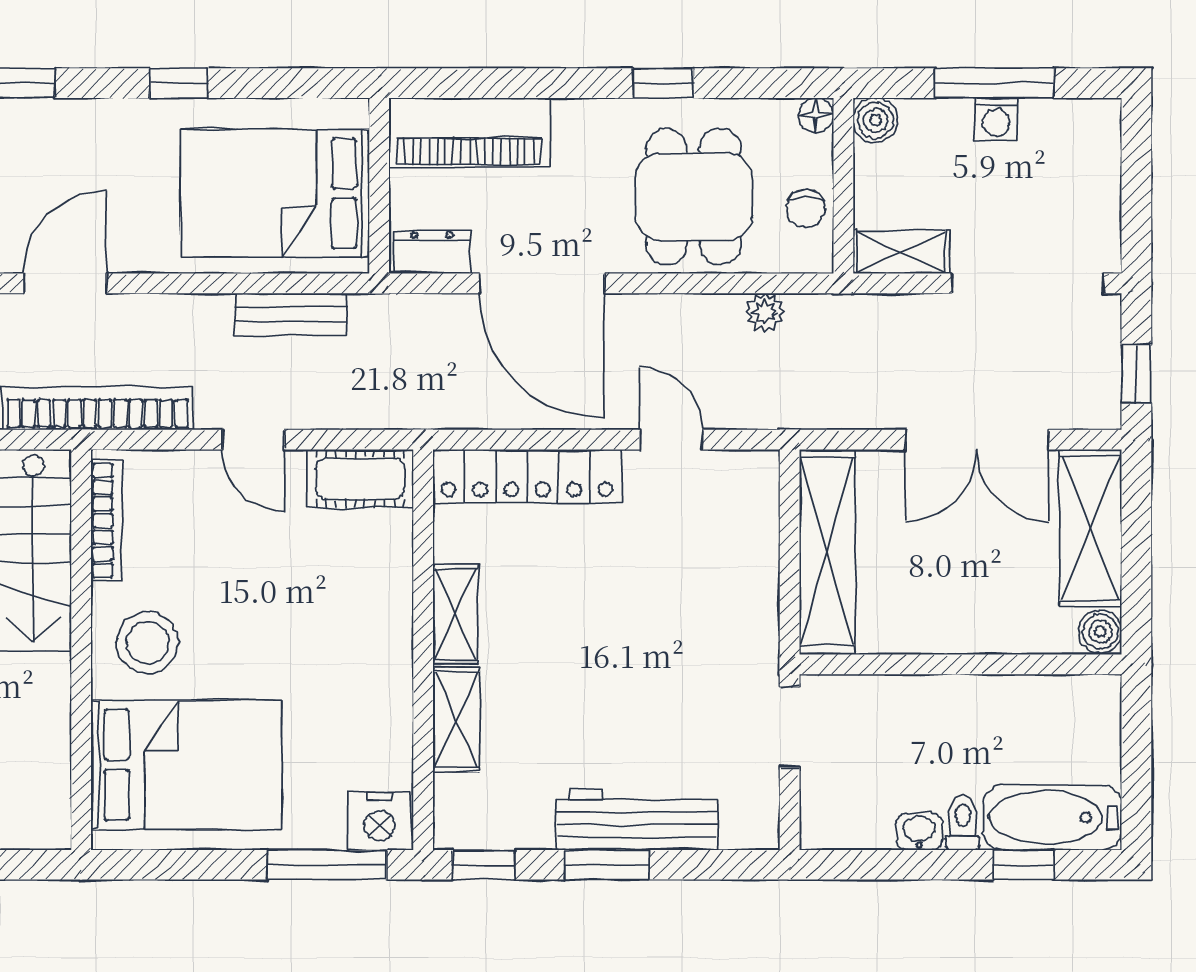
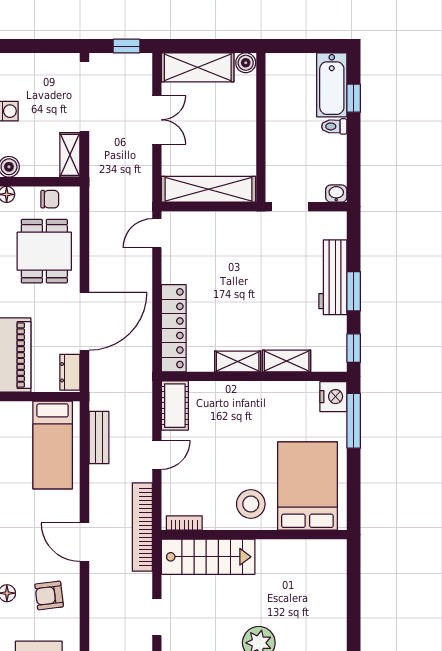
bed: (275, 193) -> (53, 445), width x0.67
dining table: (693, 197) -> (44, 251), turned 90
plant: (765, 312) -> (98, 218), removed
door: (671, 440) -> (157, 233), moved
double door: (977, 440) -> (157, 120), width x0.73
bookcase: (106, 521) -> (184, 523), width x0.64
washbasin: (919, 832) -> (336, 194), moved, turned 90

